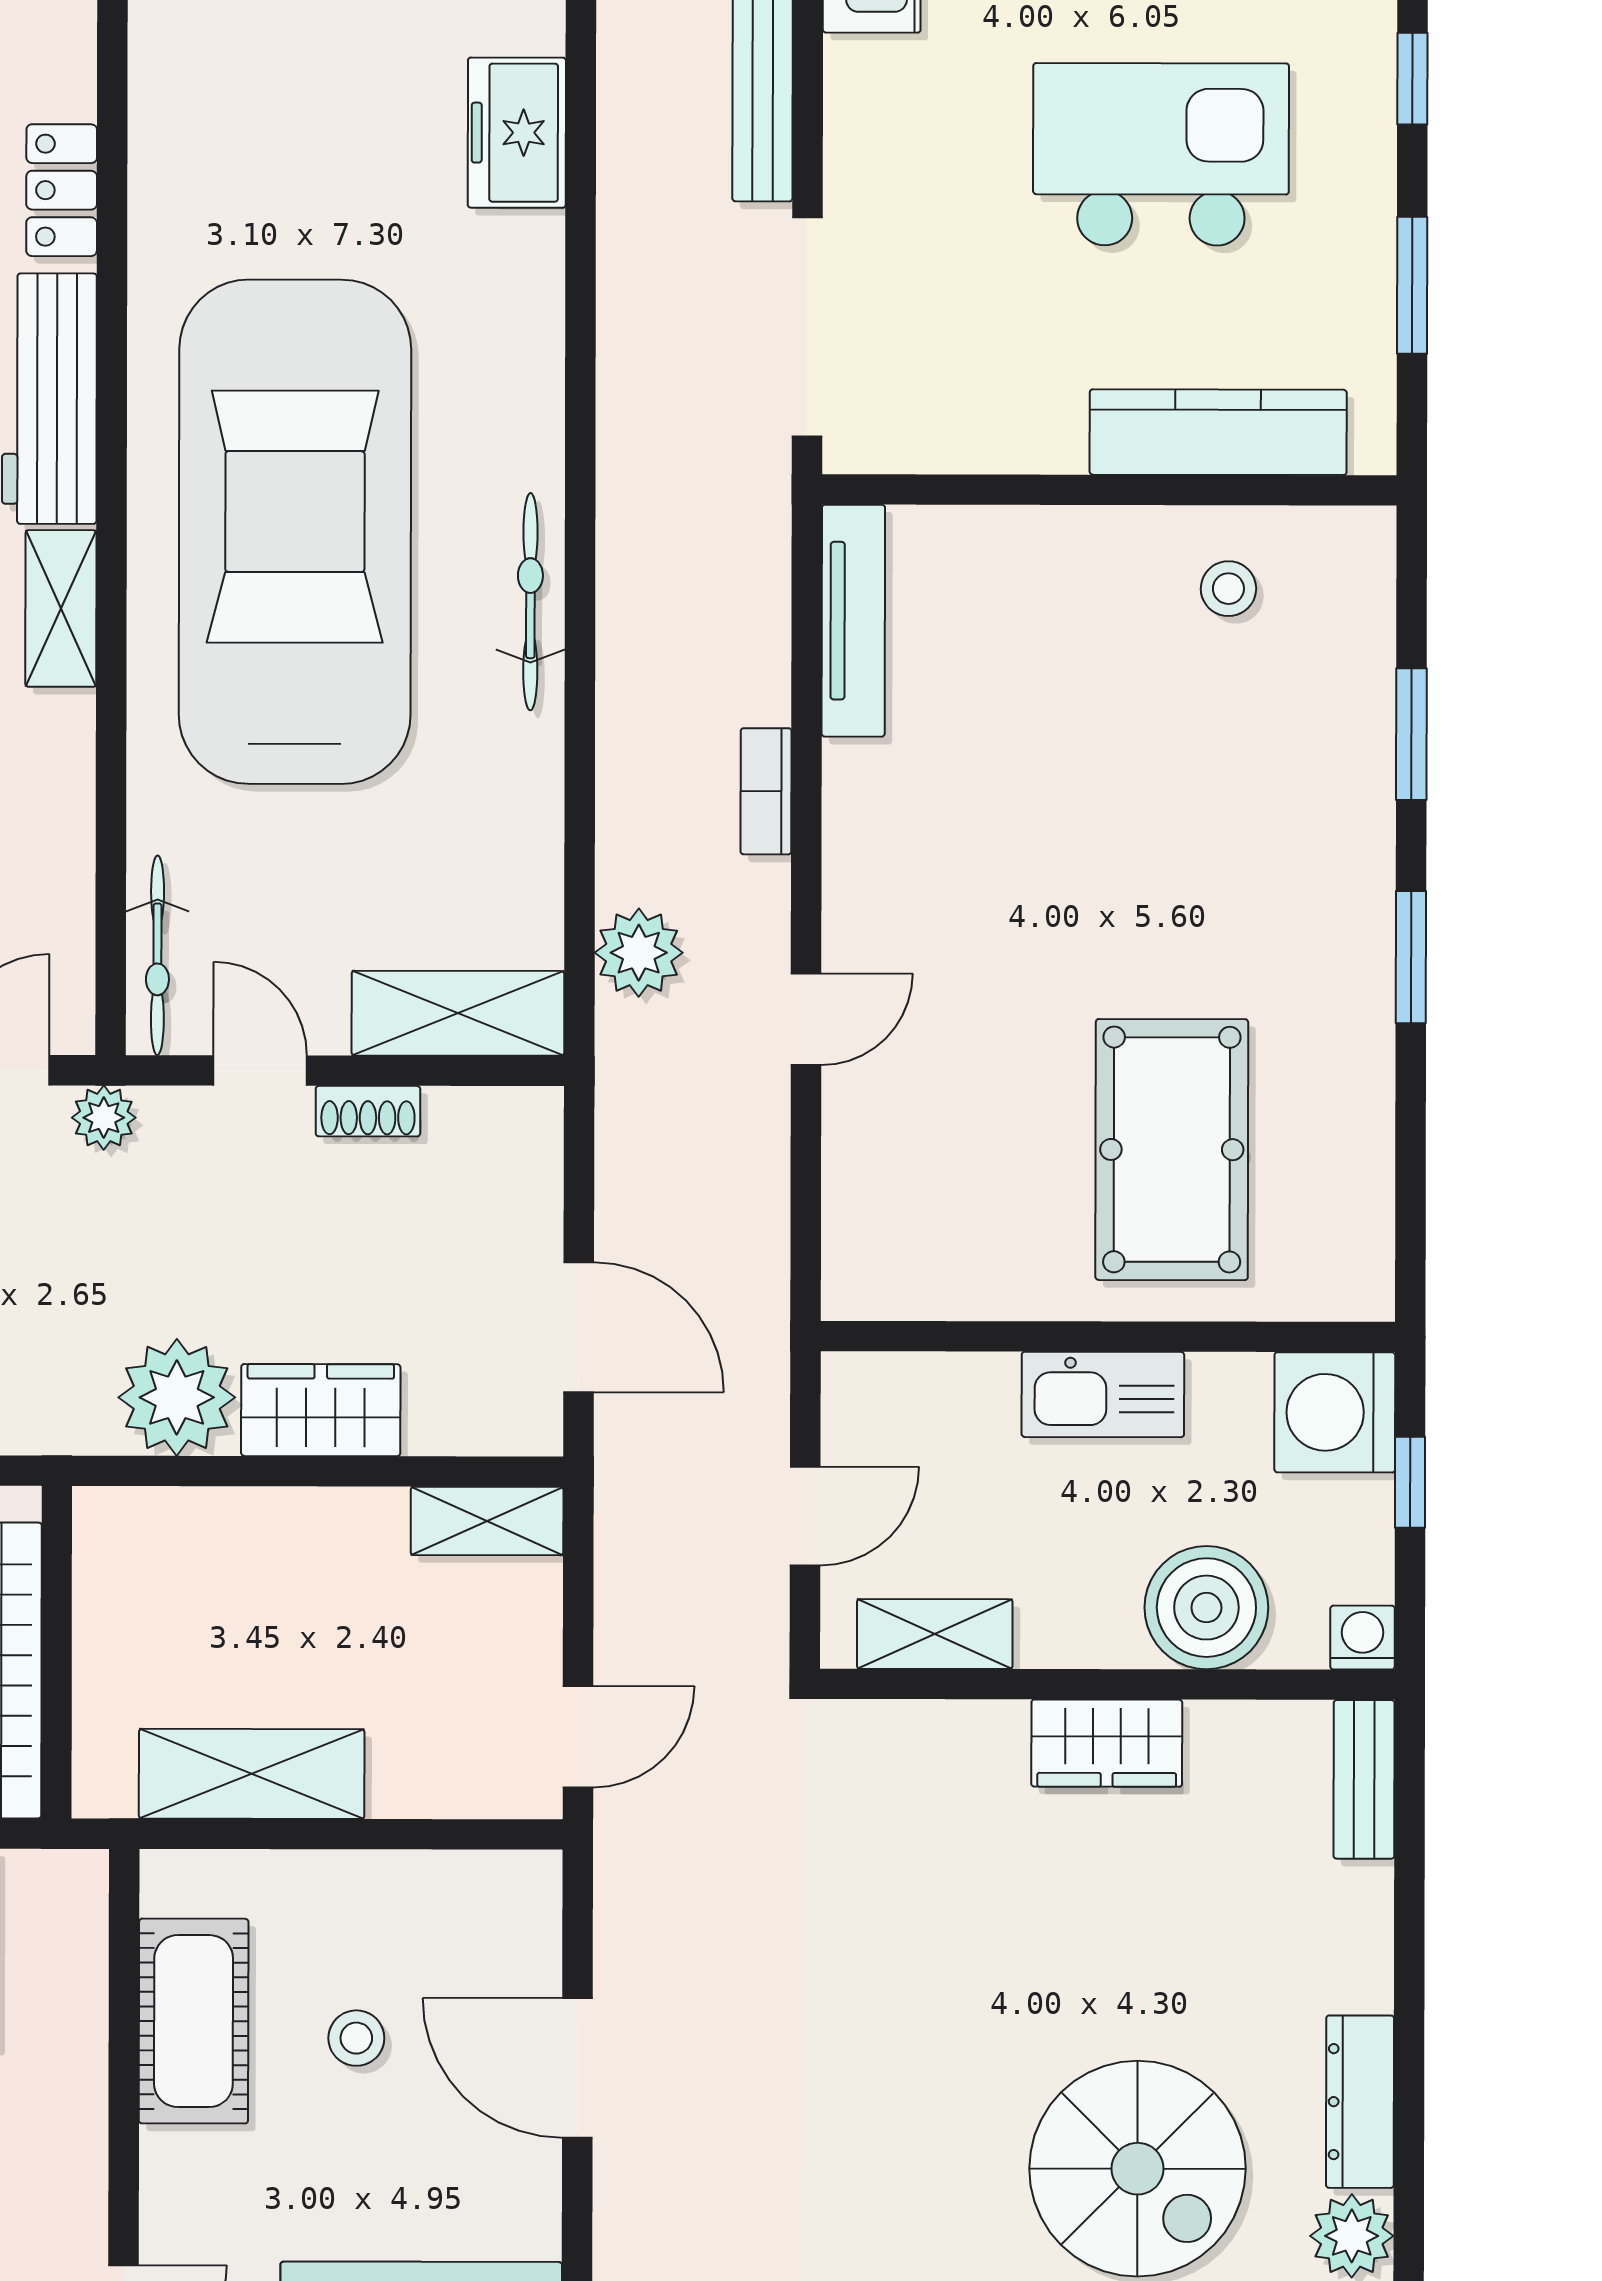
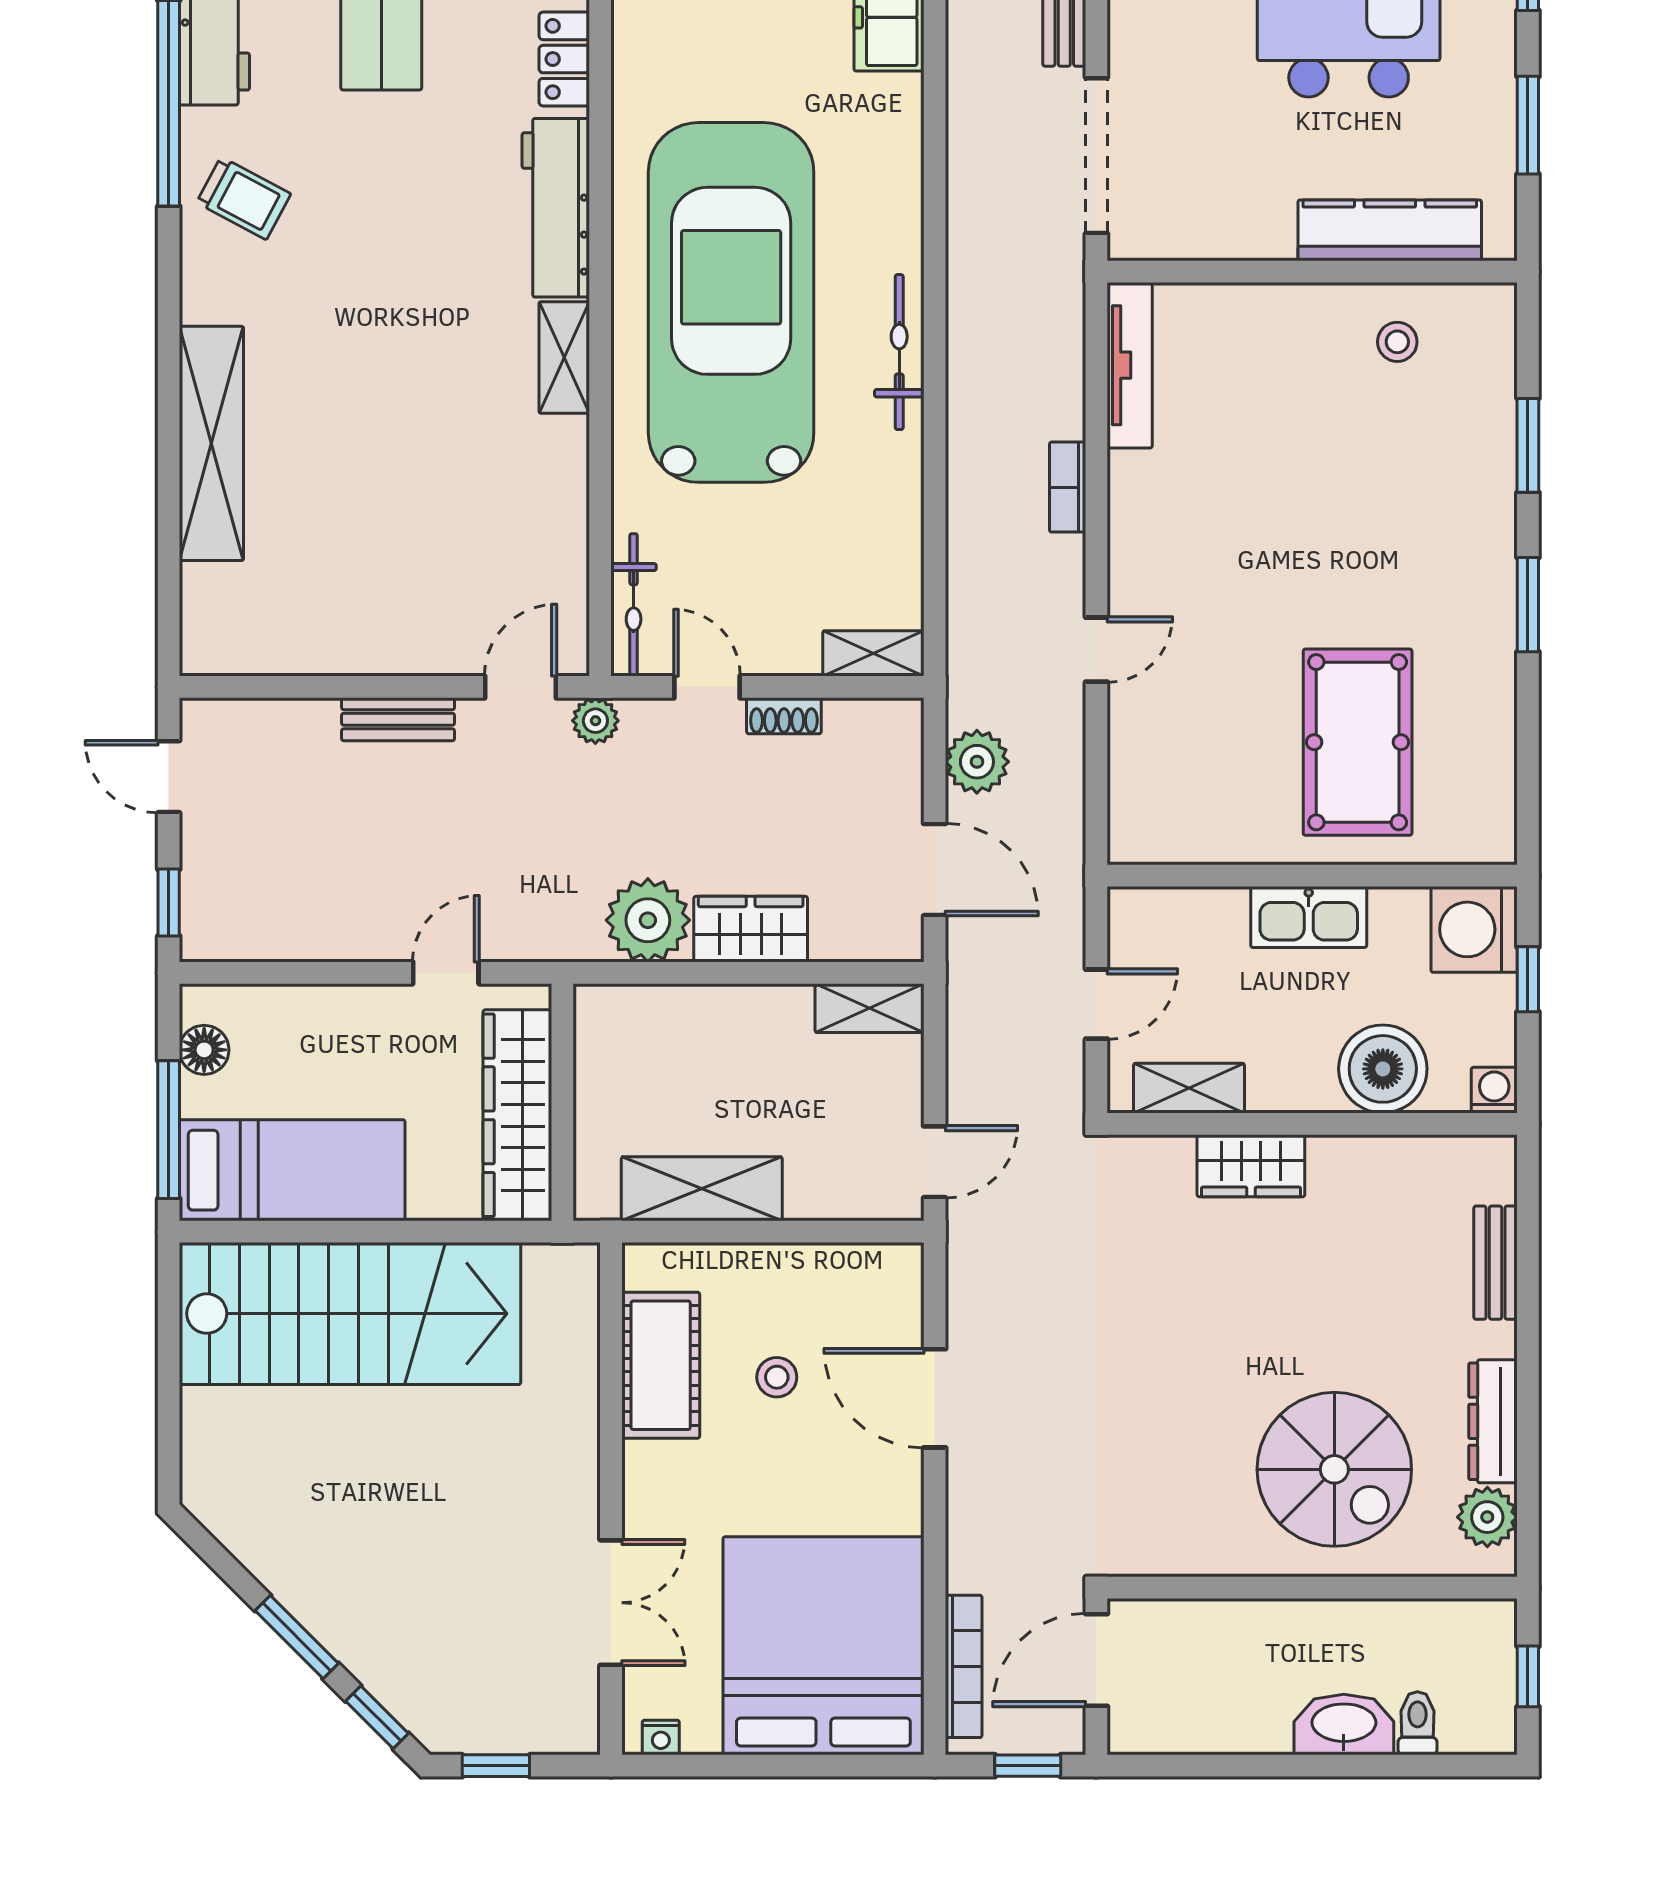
plant: (639, 953) -> (977, 762), moved
shelving: (458, 1013) -> (873, 653), width x0.67, depth x0.75
wardrobe: (1107, 1743) -> (1251, 1166), moved
bench: (1364, 1779) -> (1495, 1263), moved

